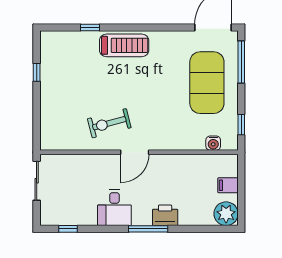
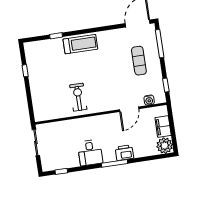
exercise mat: (207, 83) -> (139, 61), width x0.50, depth x0.69
exercise bike: (109, 123) -> (78, 97), turned 105
door: (135, 152) -> (129, 109), moved
filing cabinet: (228, 185) -> (163, 127), width x2.00

